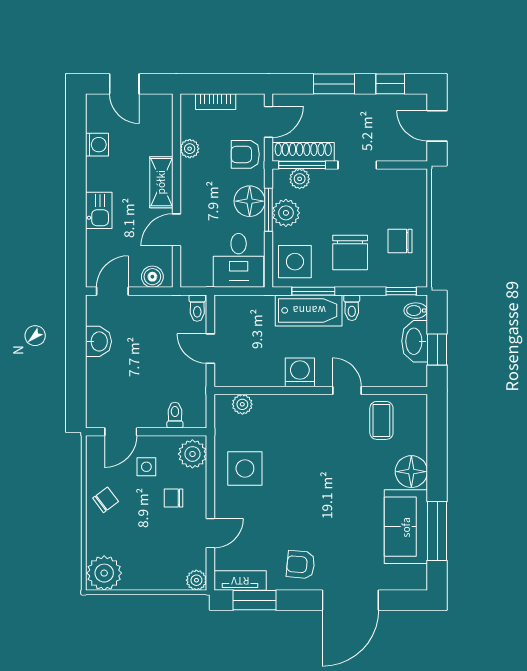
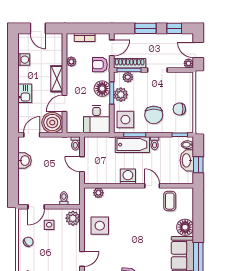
plant: (418, 152) -> (189, 63), added
boiler: (152, 277) -> (52, 123), width x1.86, depth x1.86
chair: (173, 498) -> (63, 241), removed

